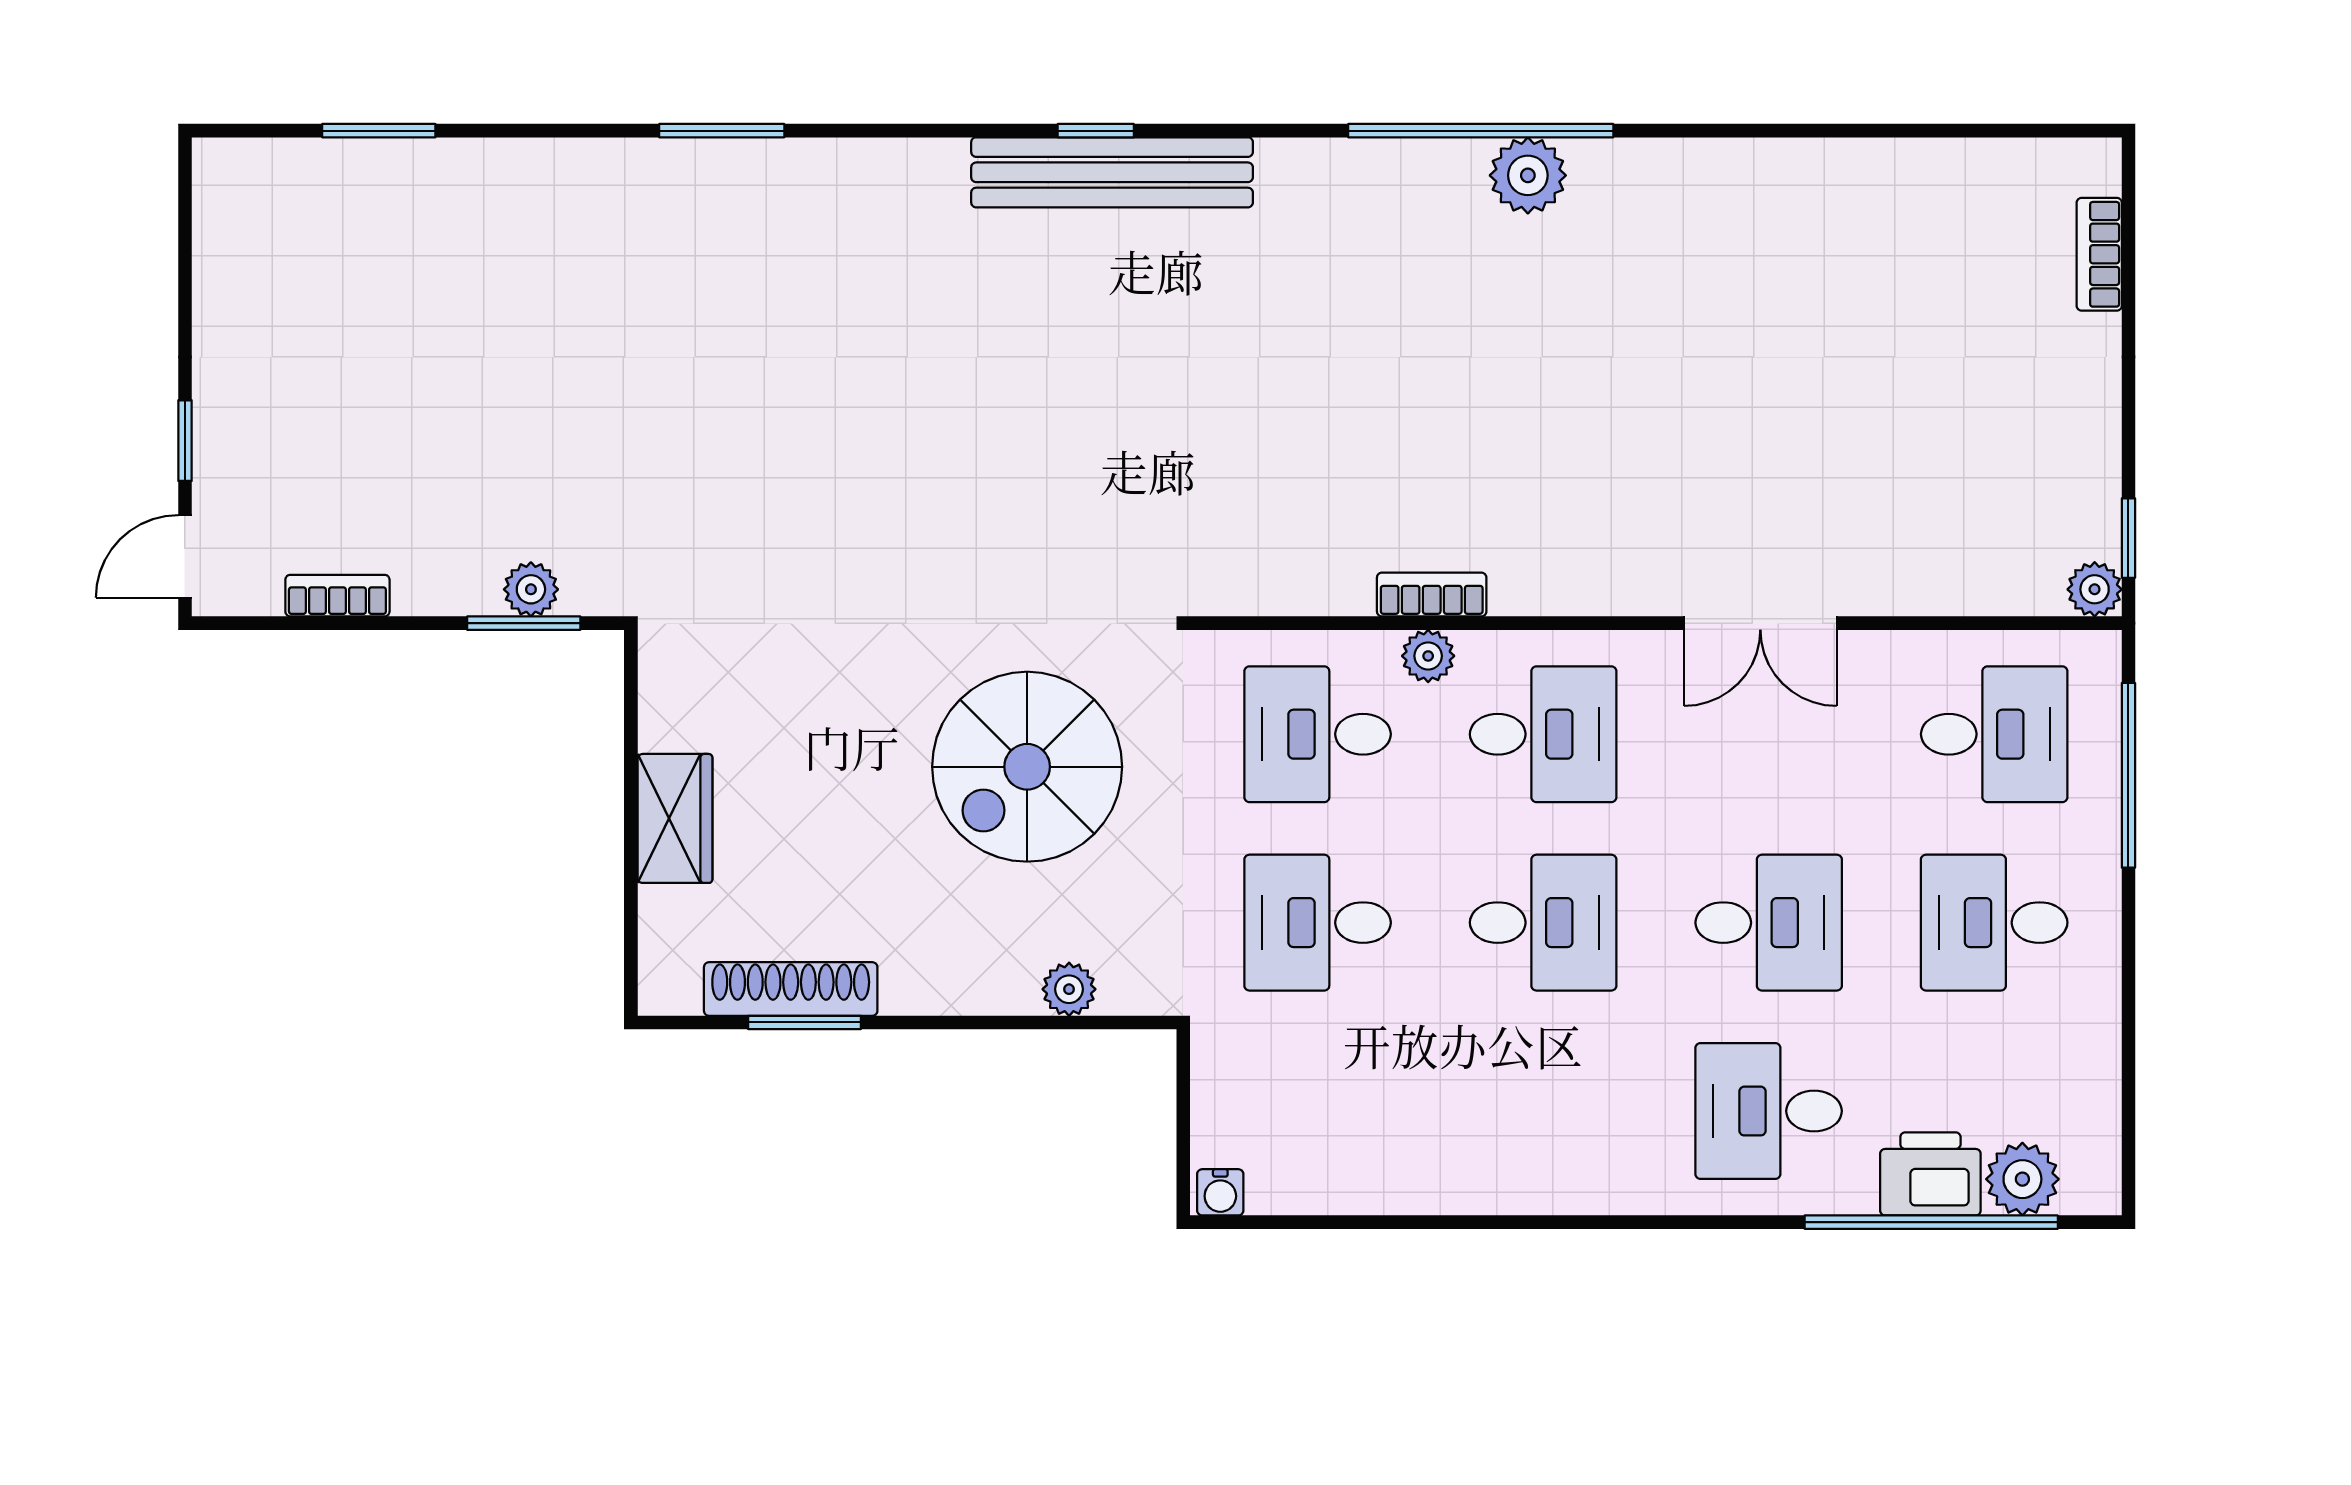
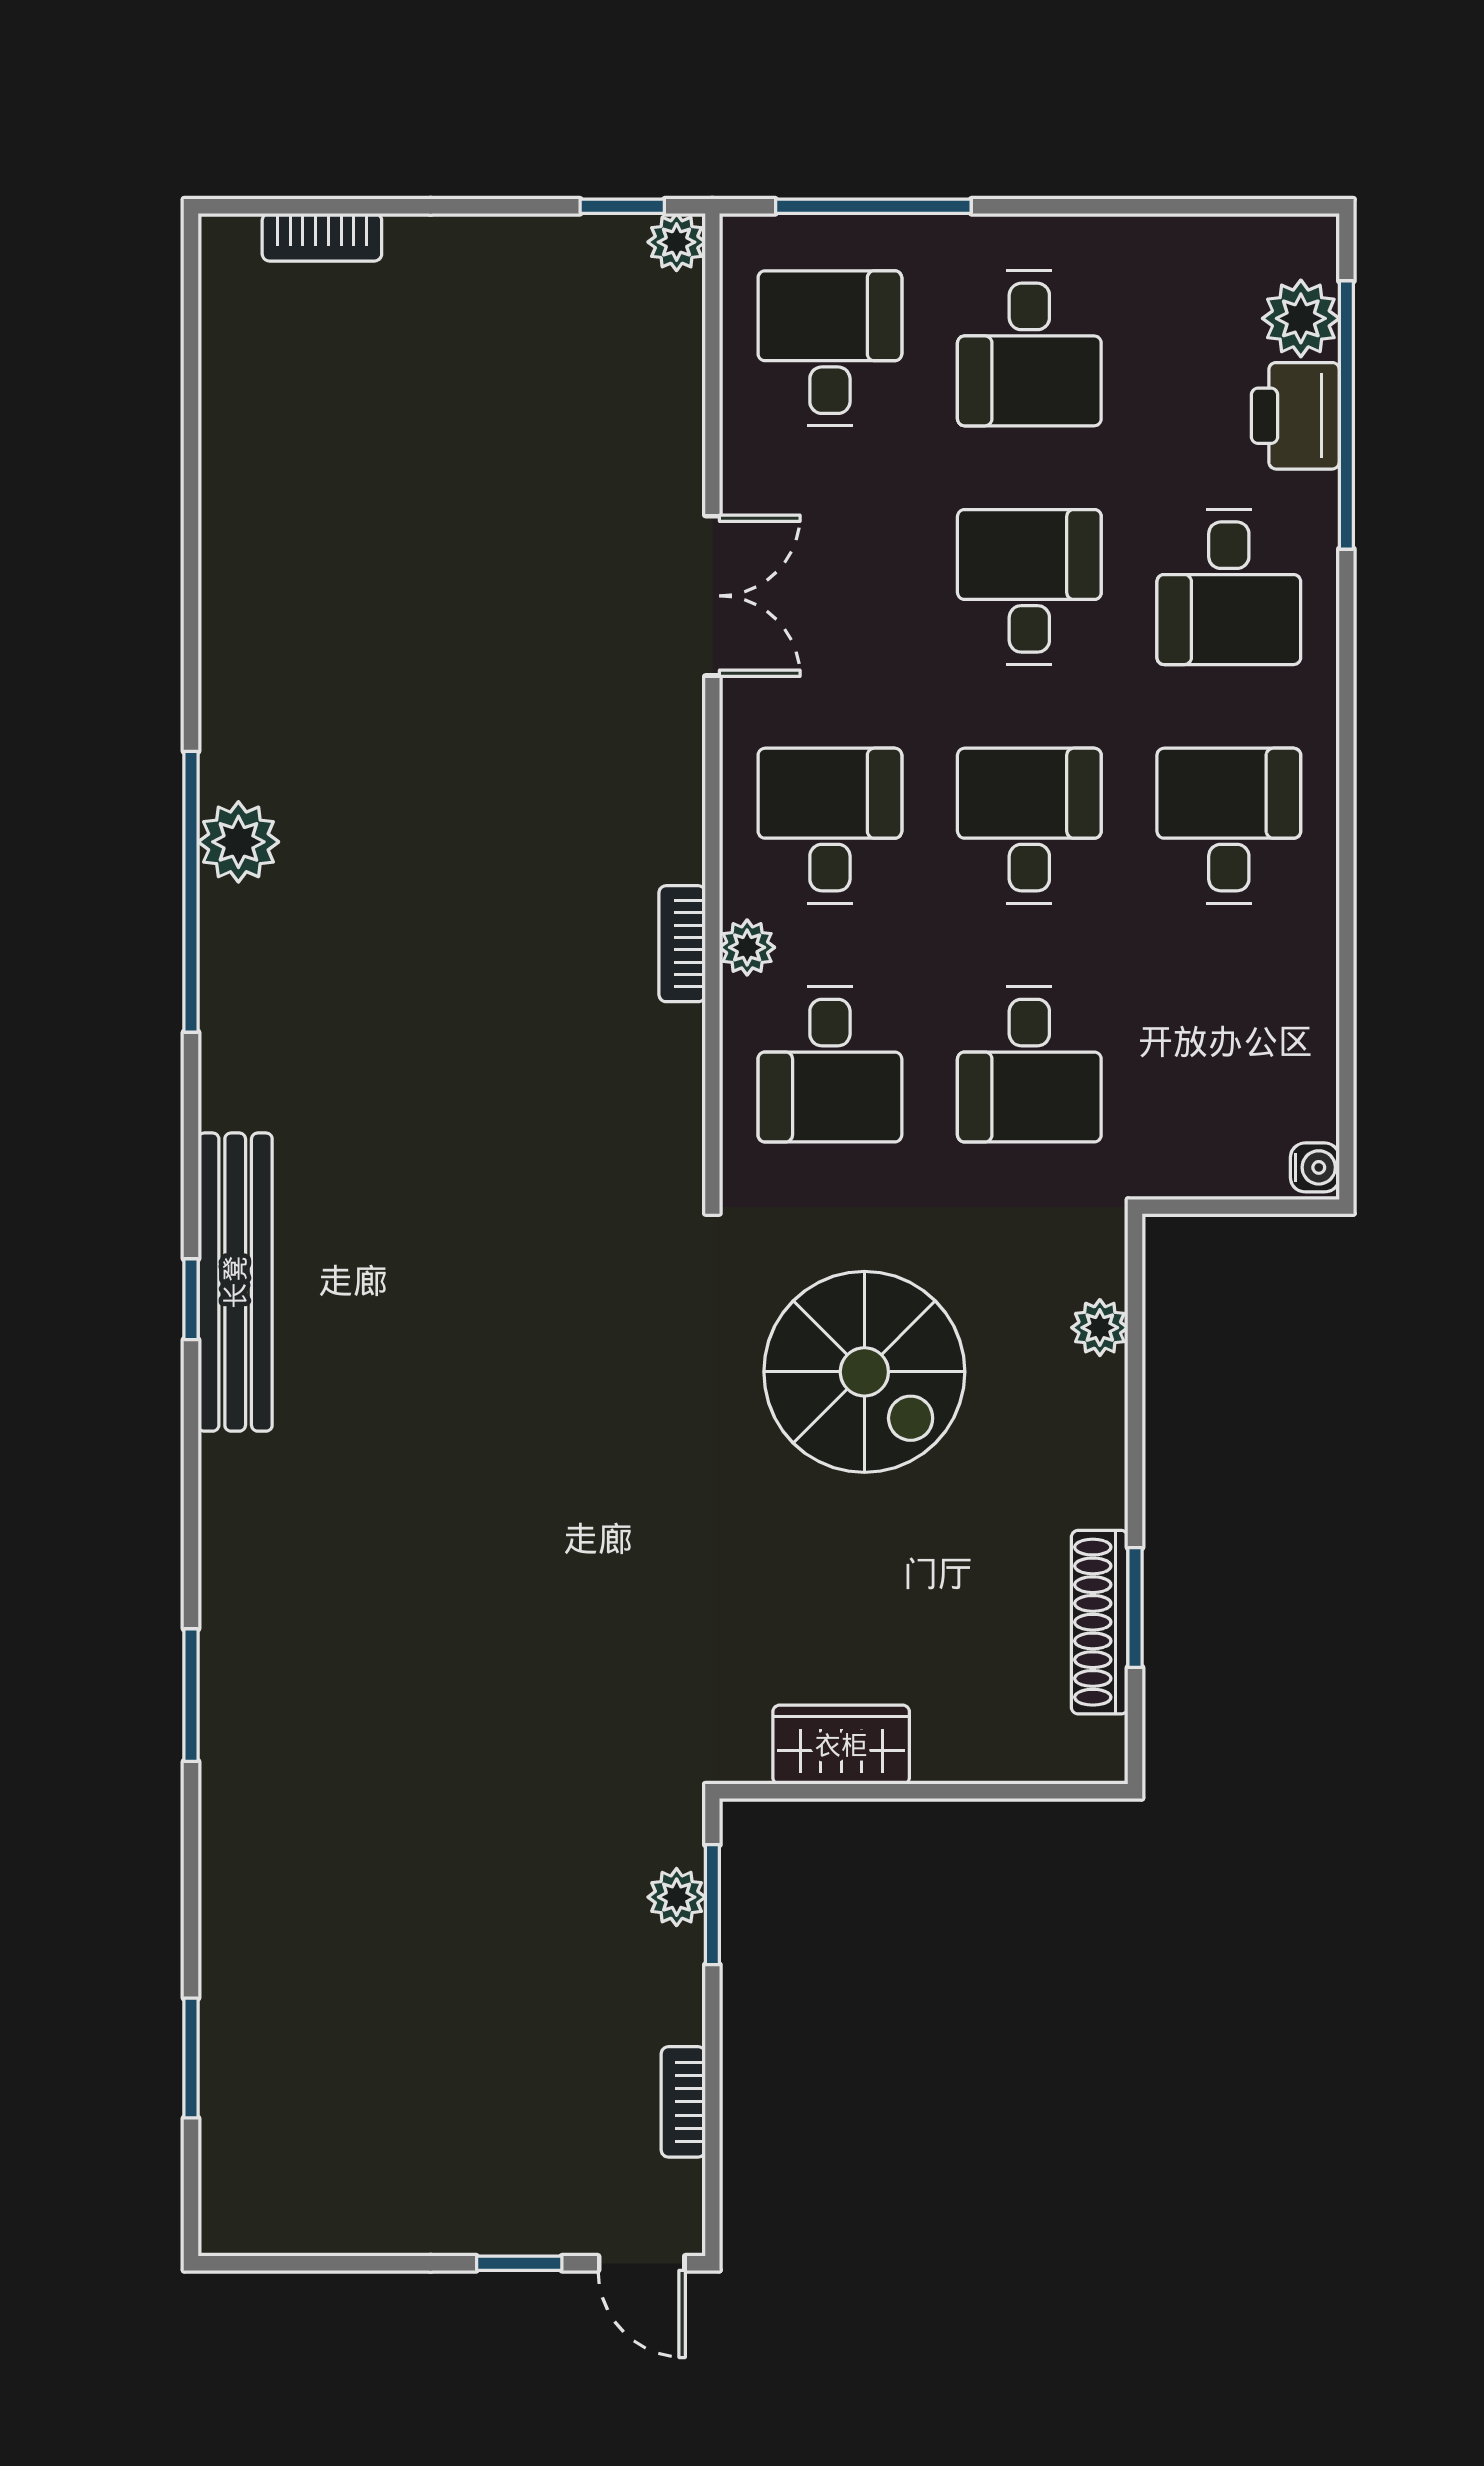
wardrobe: (675, 818) -> (841, 1745), moved
desk: (1543, 1111) -> (1229, 826), added

